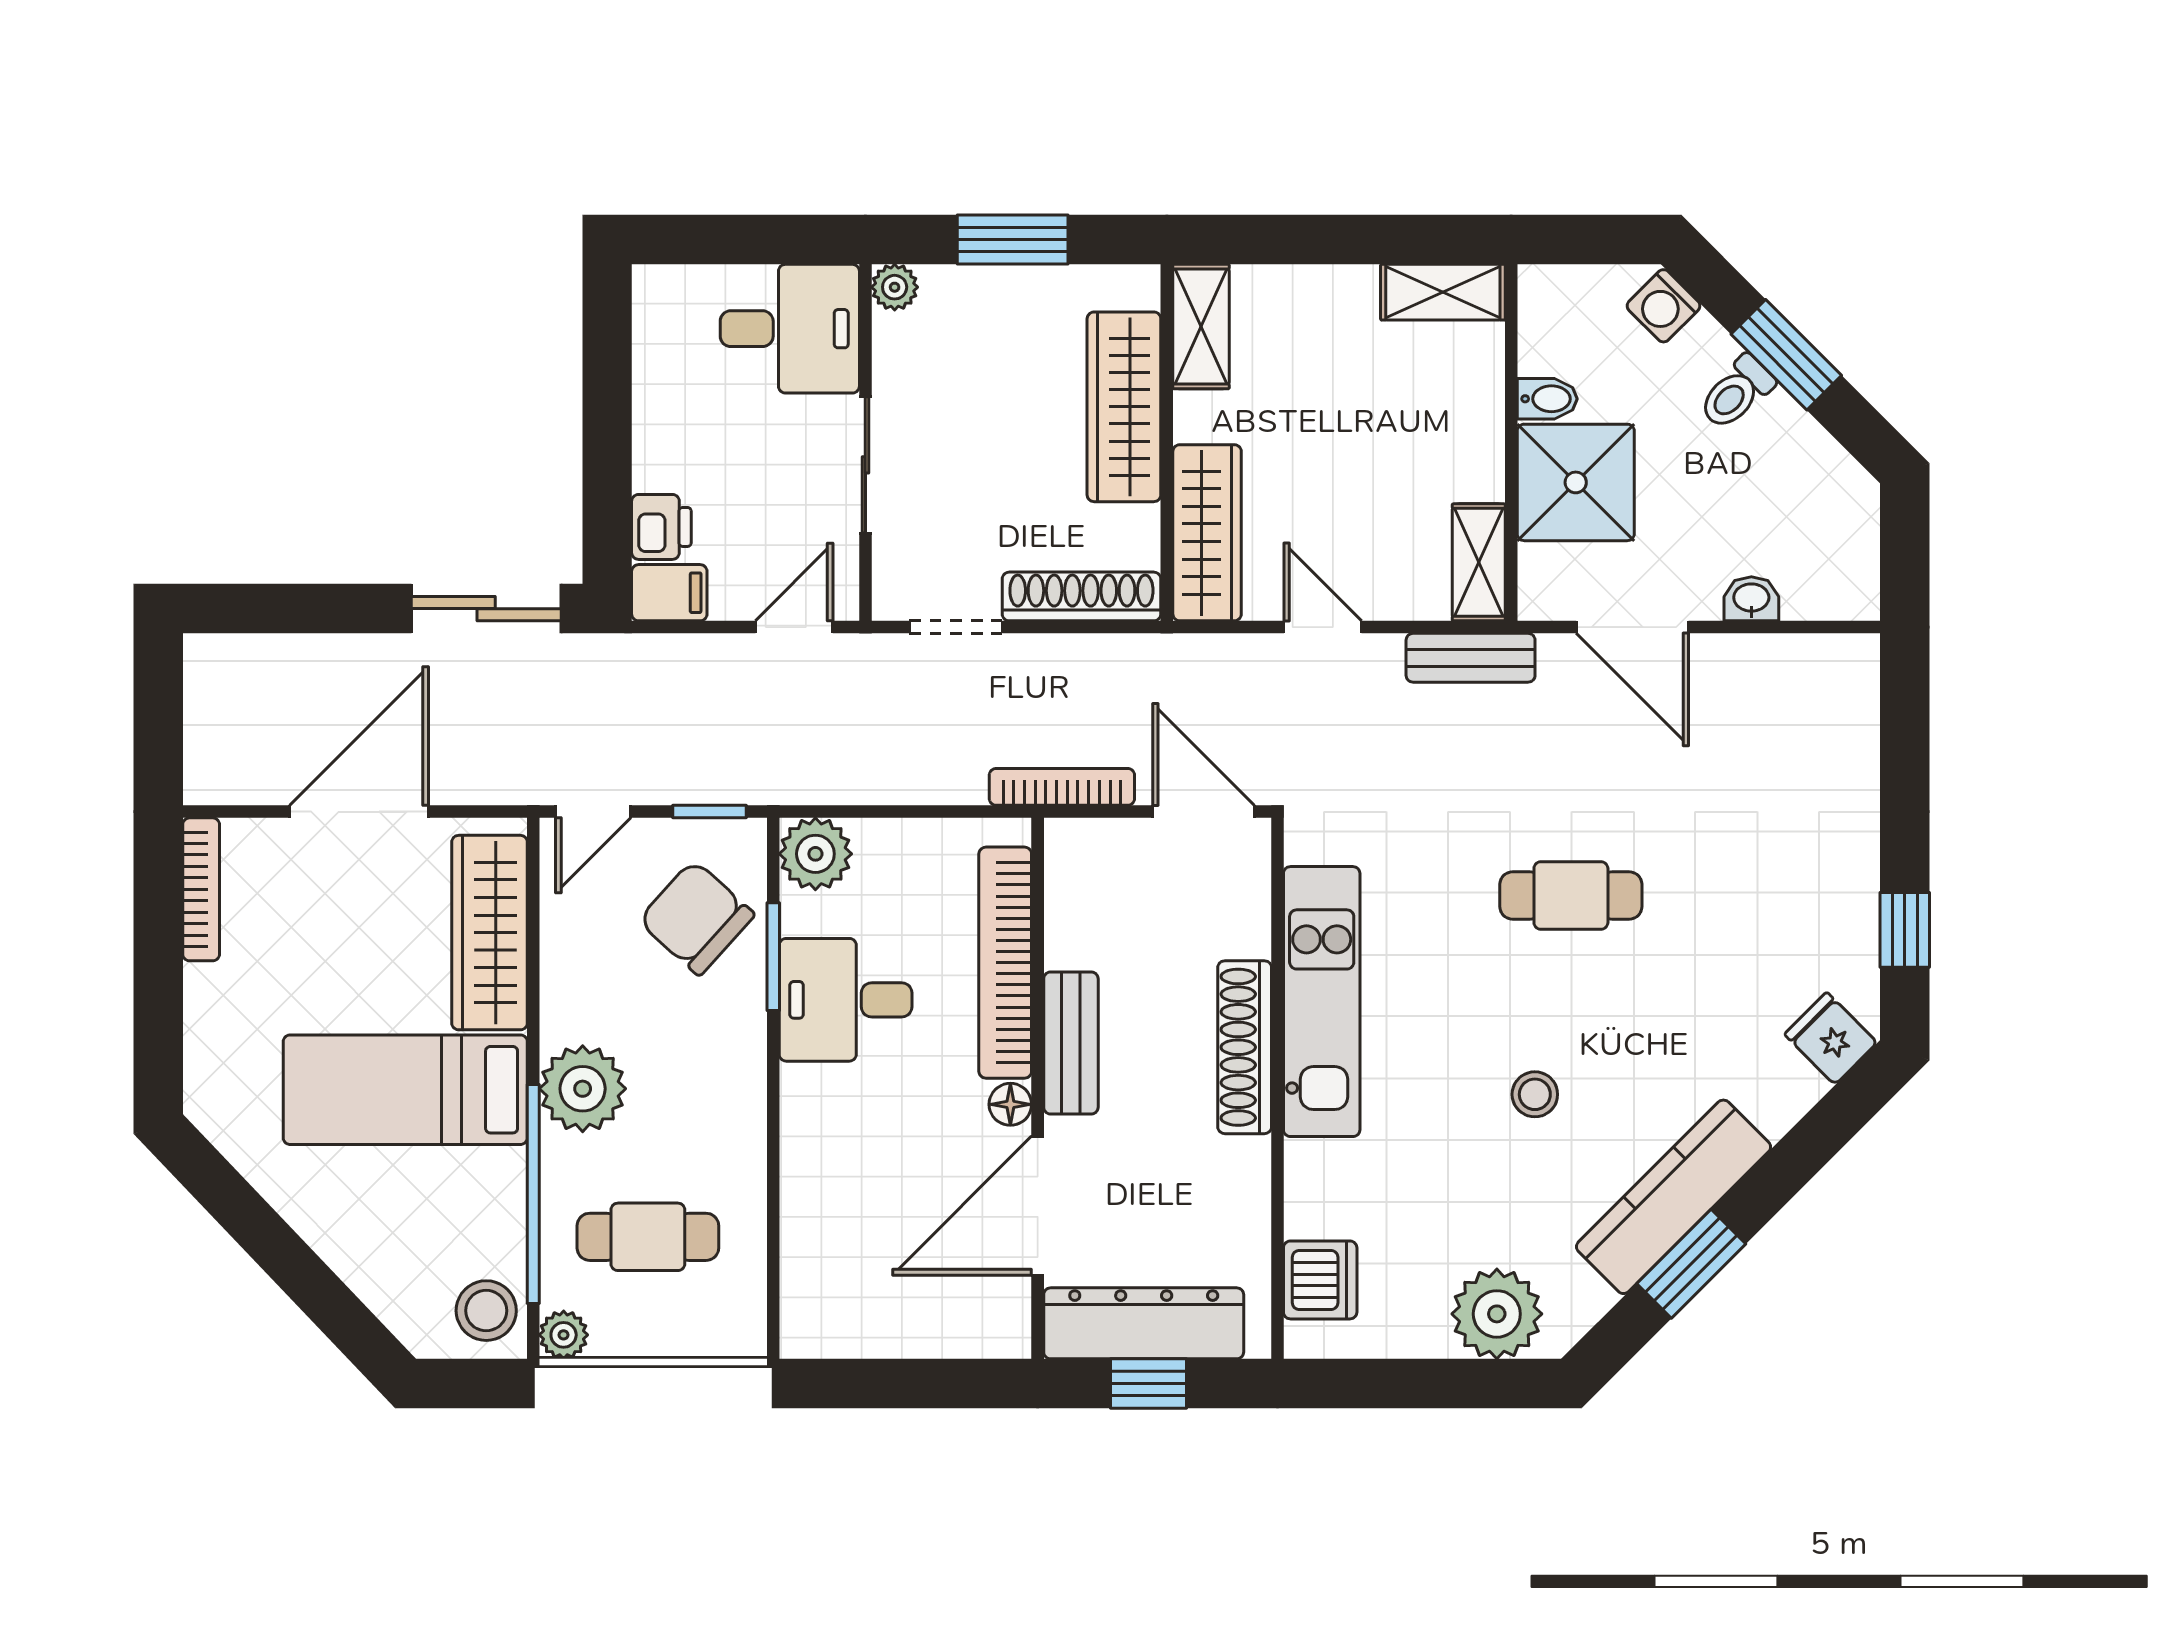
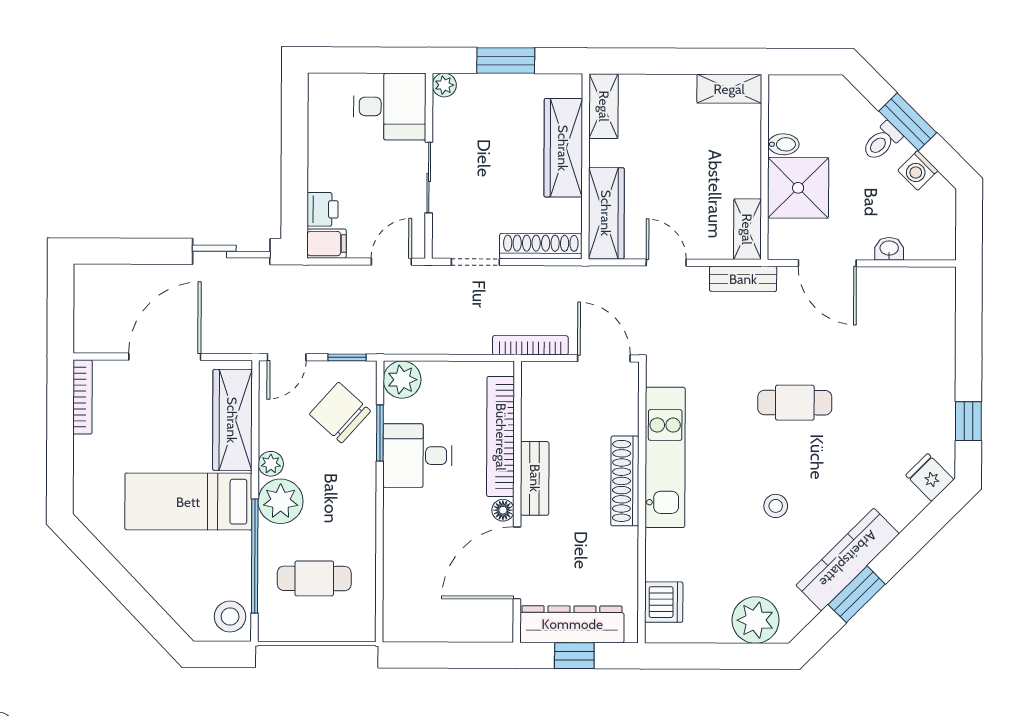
washing machine: (1663, 306) -> (918, 170), moved
plant: (564, 1335) -> (271, 464), moved

